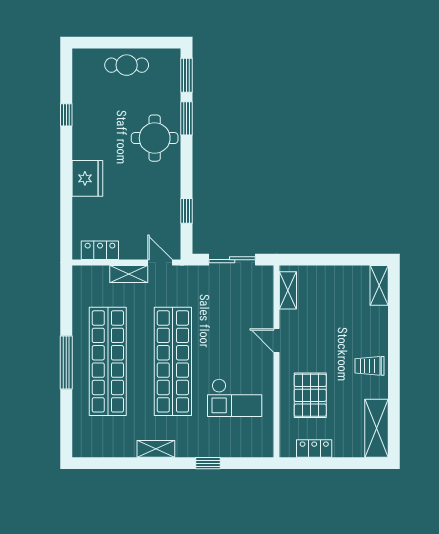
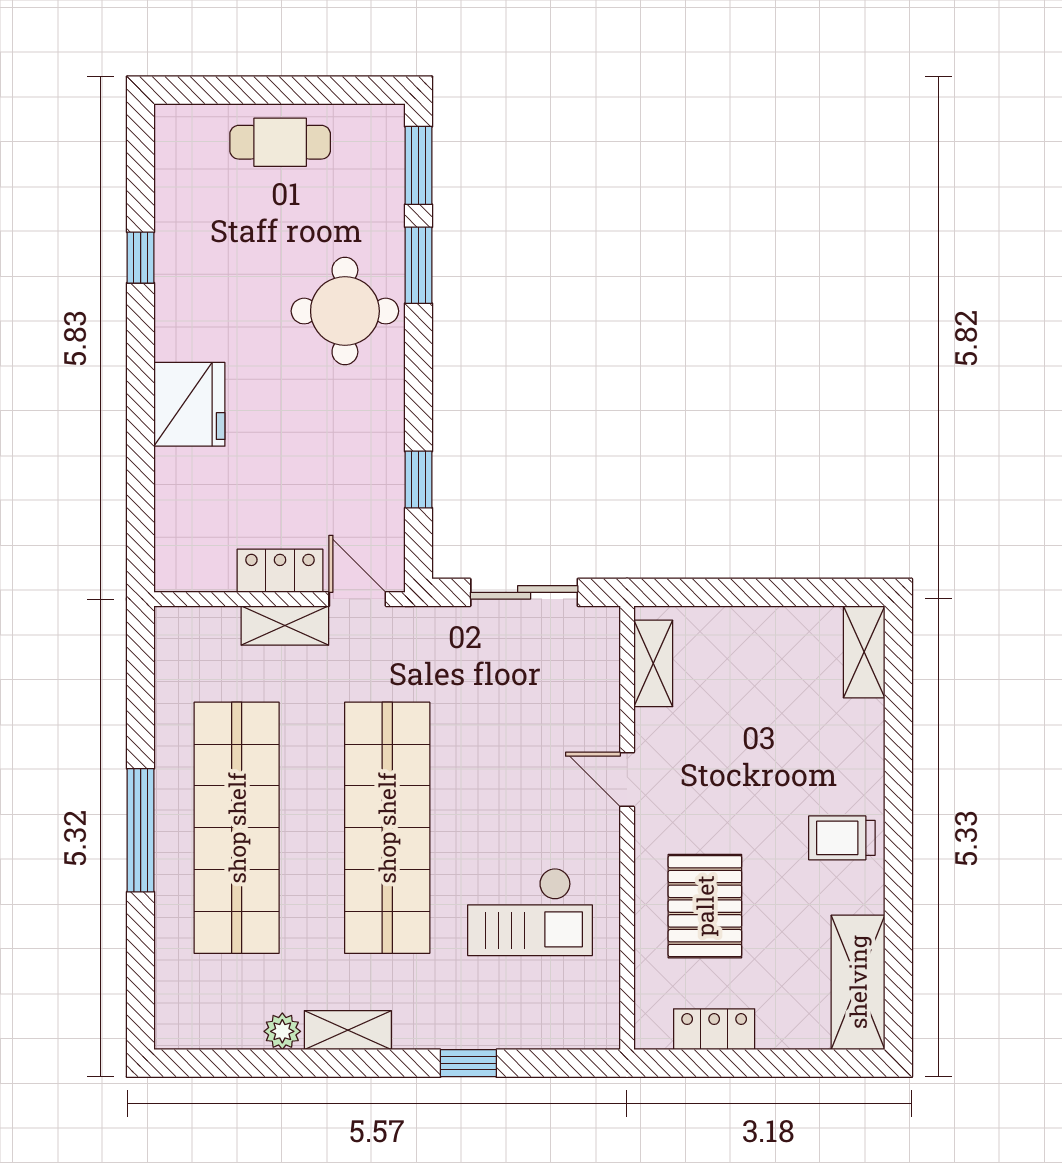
locker: (100, 250) -> (280, 571), moved
plant: (128, 449) -> (282, 1031), added

